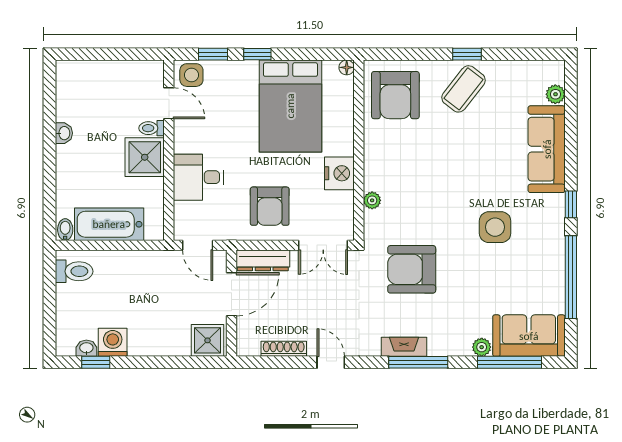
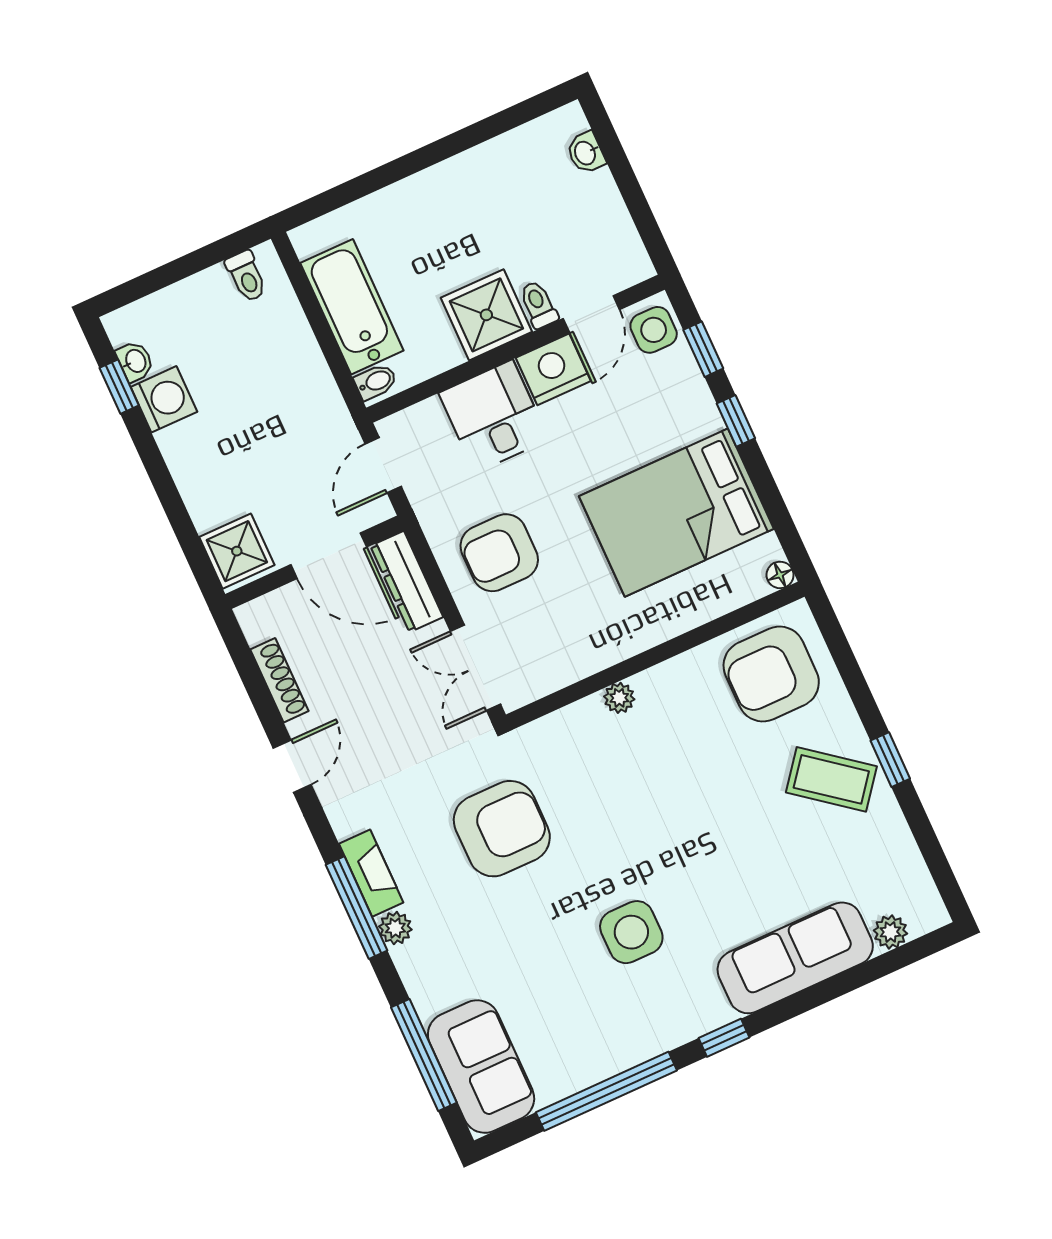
washbasin: (64, 133) -> (586, 153), moved, turned 90
nightstand: (339, 173) -> (553, 369), moved, turned 180
plant: (372, 200) -> (619, 698), moved
bidet: (65, 230) -> (376, 382), moved
armchair: (412, 269) -> (502, 829), turned 90
toilet: (74, 271) -> (246, 276), width x0.73, depth x0.72
plant: (482, 347) -> (395, 928), moved

